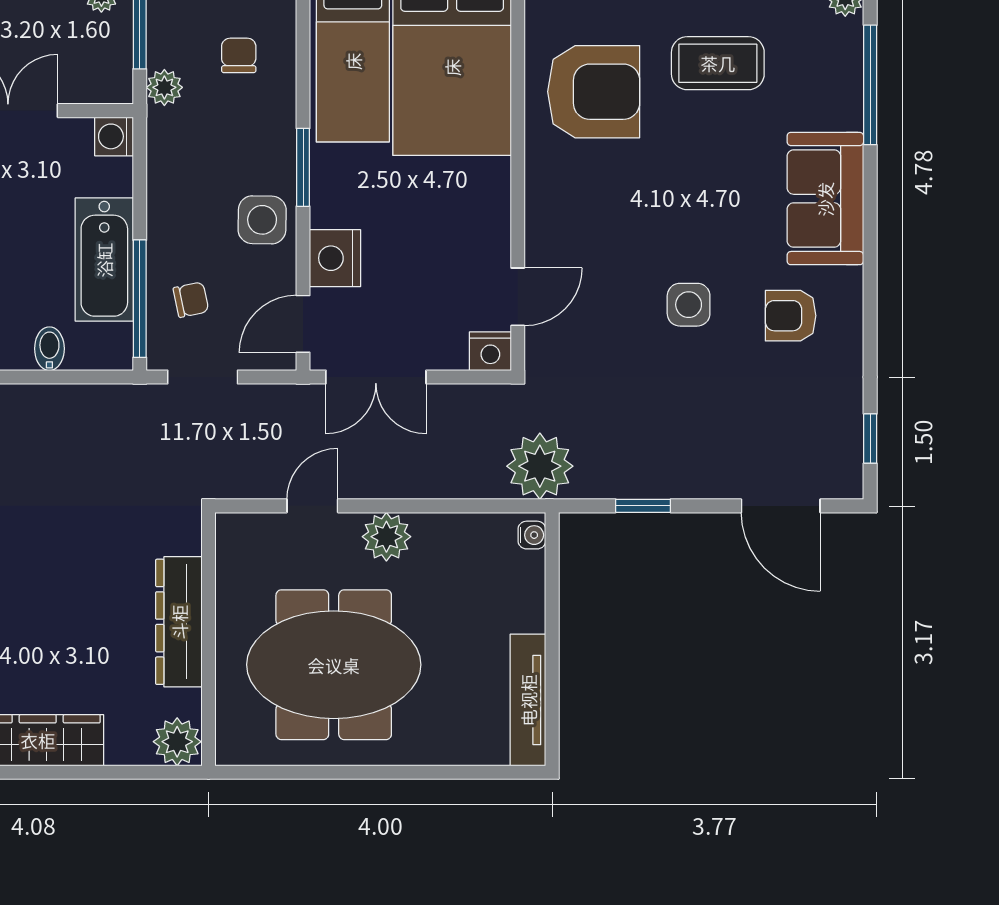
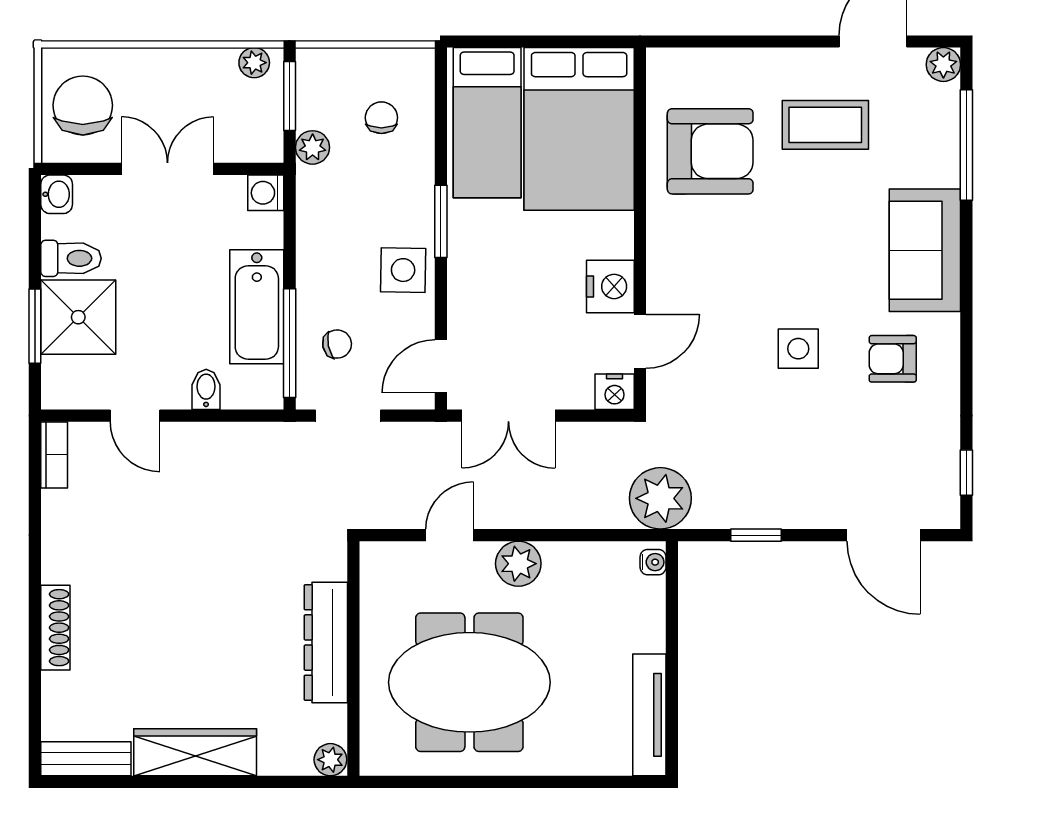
nightstand: (335, 258) -> (610, 286), moved, turned 180
plant: (177, 742) -> (330, 760), width x0.73, depth x0.73

